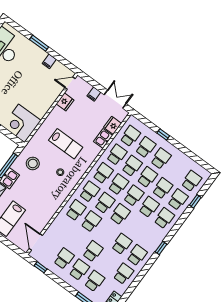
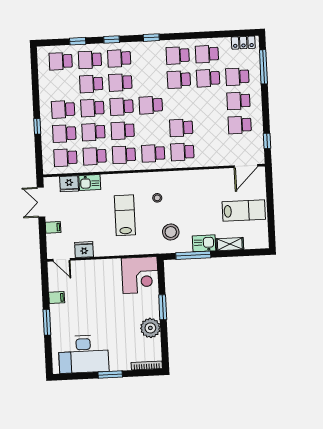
school desk: (105, 203) -> (152, 129), removed
window: (179, 223) -> (112, 40), added
school desk: (93, 251) -> (208, 78), moved

